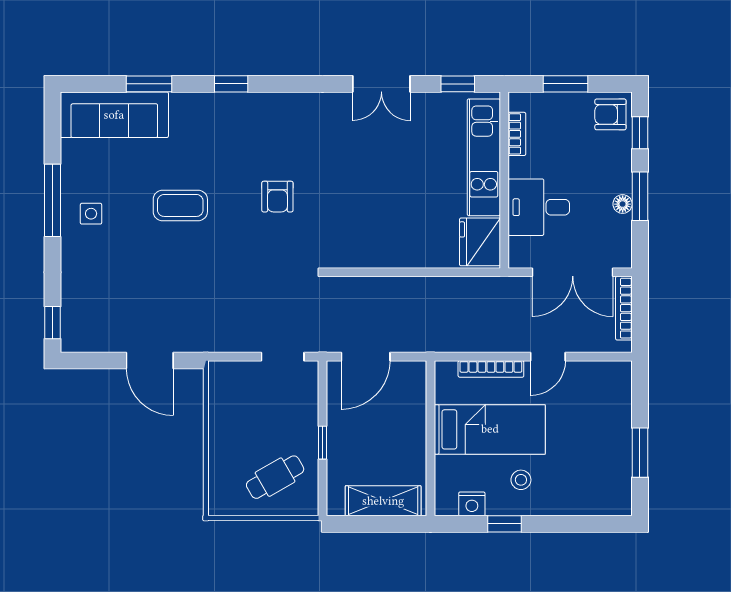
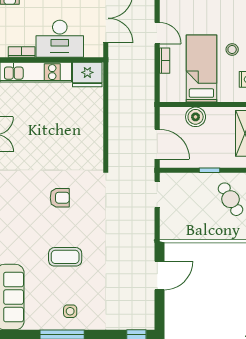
coffee table: (180, 205) -> (65, 257), turned 90
desk: (539, 207) -> (60, 39), width x1.37
bookcase: (491, 369) -> (165, 61), width x0.64
boiler: (410, 420) -> (196, 117), added

